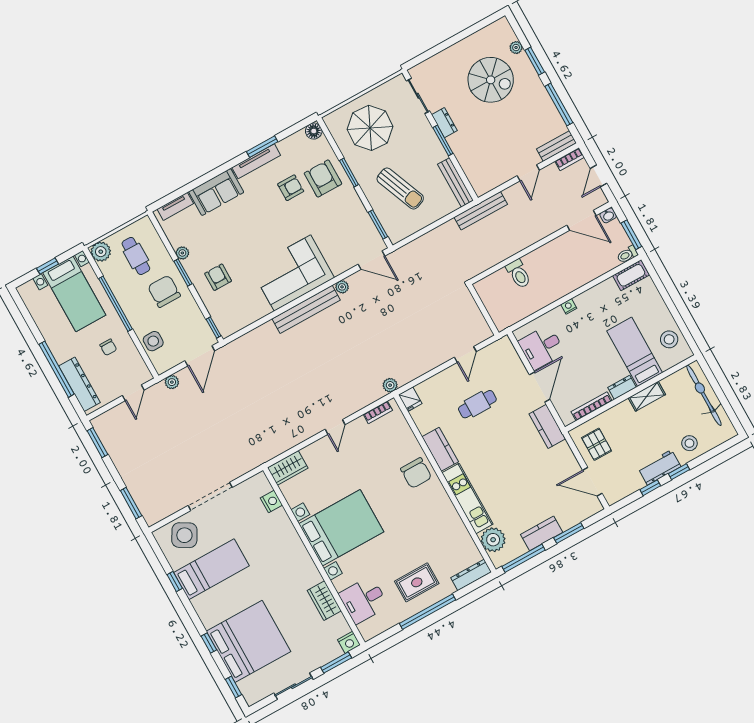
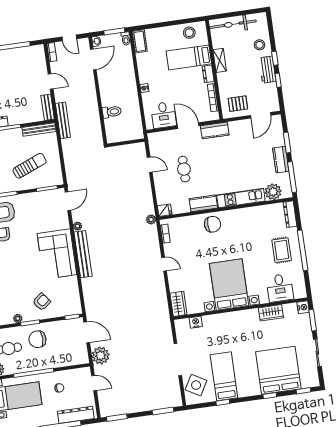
bench: (556, 146) -> (48, 107), moved
armchair: (218, 277) -> (42, 302), turned 142
side table: (153, 341) -> (66, 358), removed
plant: (172, 382) -> (101, 356), width x1.88, depth x1.88

